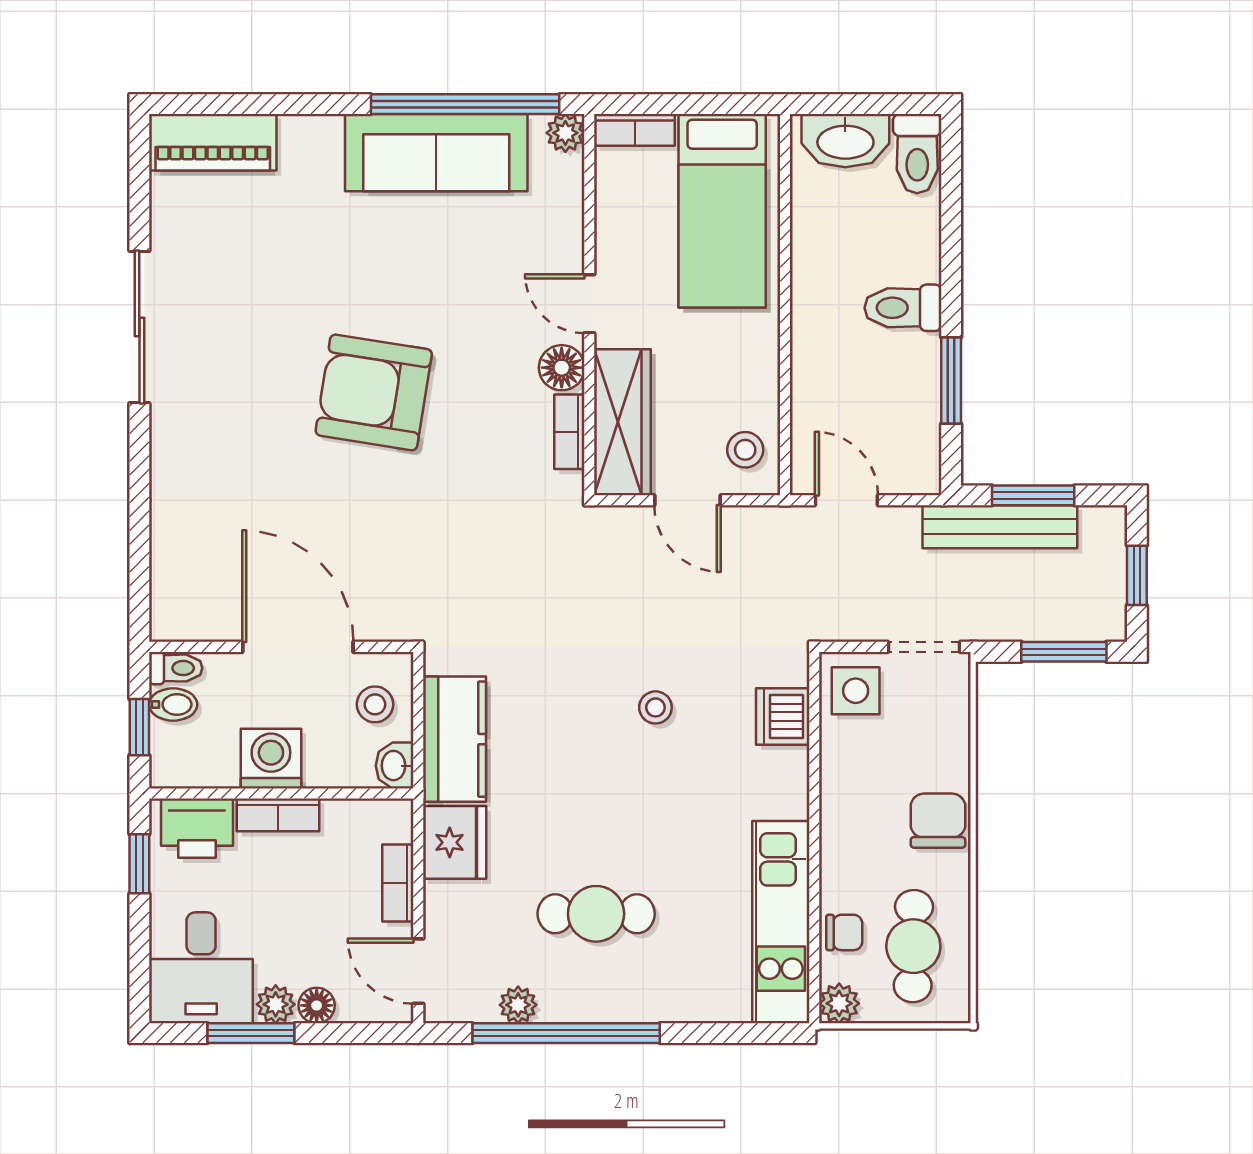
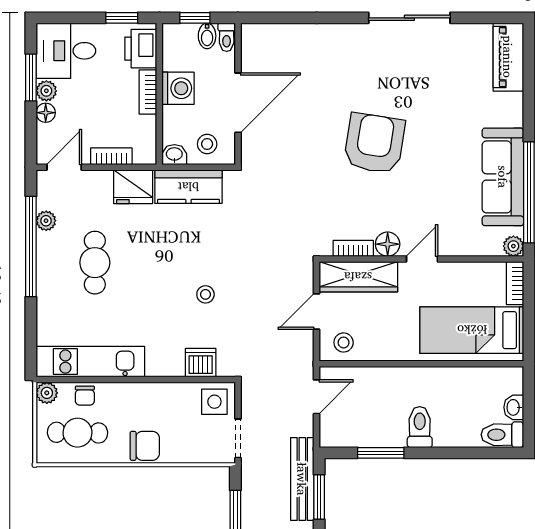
washbasin: (845, 141) -> (514, 407), width x0.52, depth x0.69

